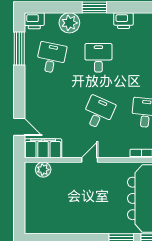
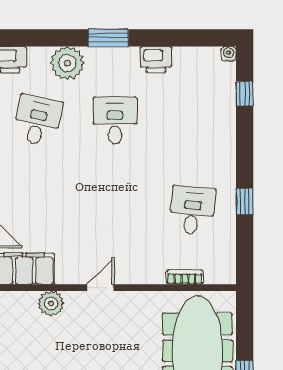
desk: (98, 113) -> (115, 210), removed
plant: (43, 170) -> (51, 303), moved

